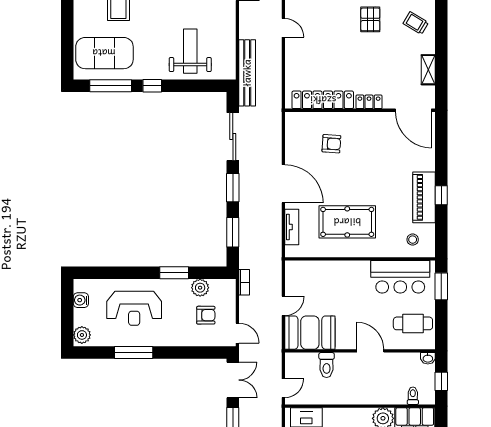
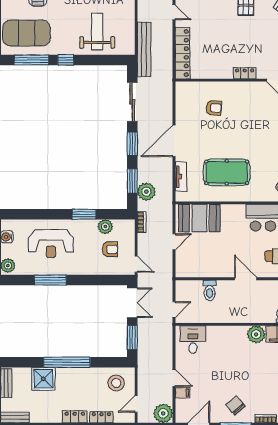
locker: (323, 100) -> (183, 53), moved, turned 90
door: (283, 184) -> (174, 141), swing flipped
plant: (250, 245) -> (146, 192), added
booth: (310, 333) -> (199, 218), moved

